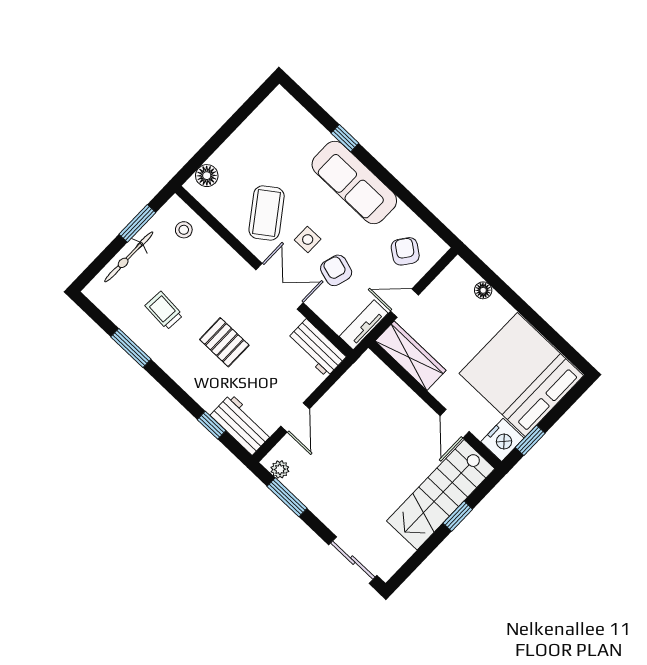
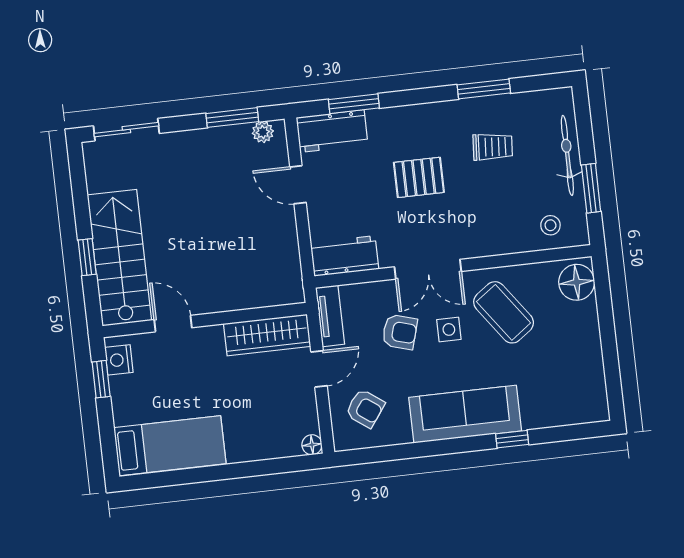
floor lamp: (207, 176) -> (577, 282), width x1.38, depth x1.38
floor lamp: (483, 290) -> (312, 445), moved
bed: (521, 375) -> (170, 446), width x0.49
window: (212, 425) -> (354, 104), width x1.50
nightstand: (502, 440) -> (119, 360), width x0.74, depth x0.75

